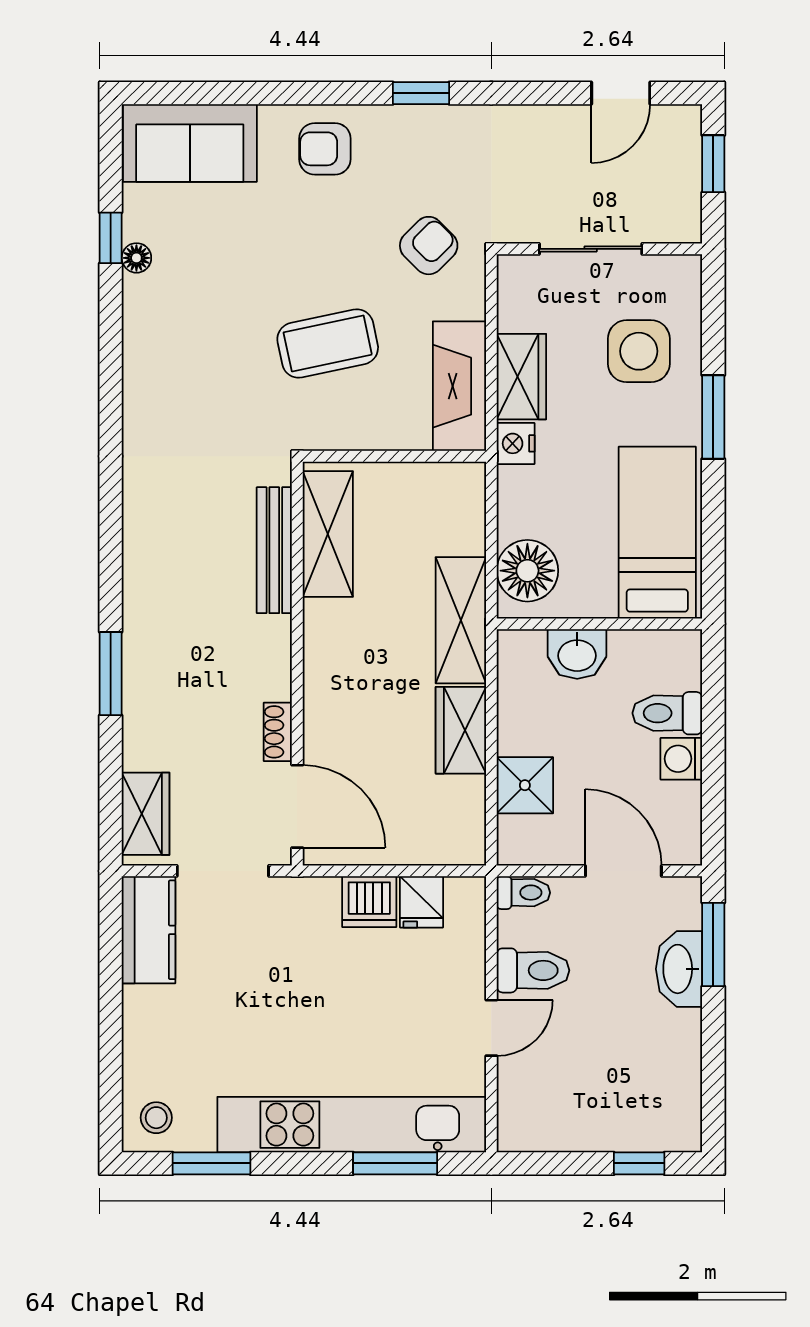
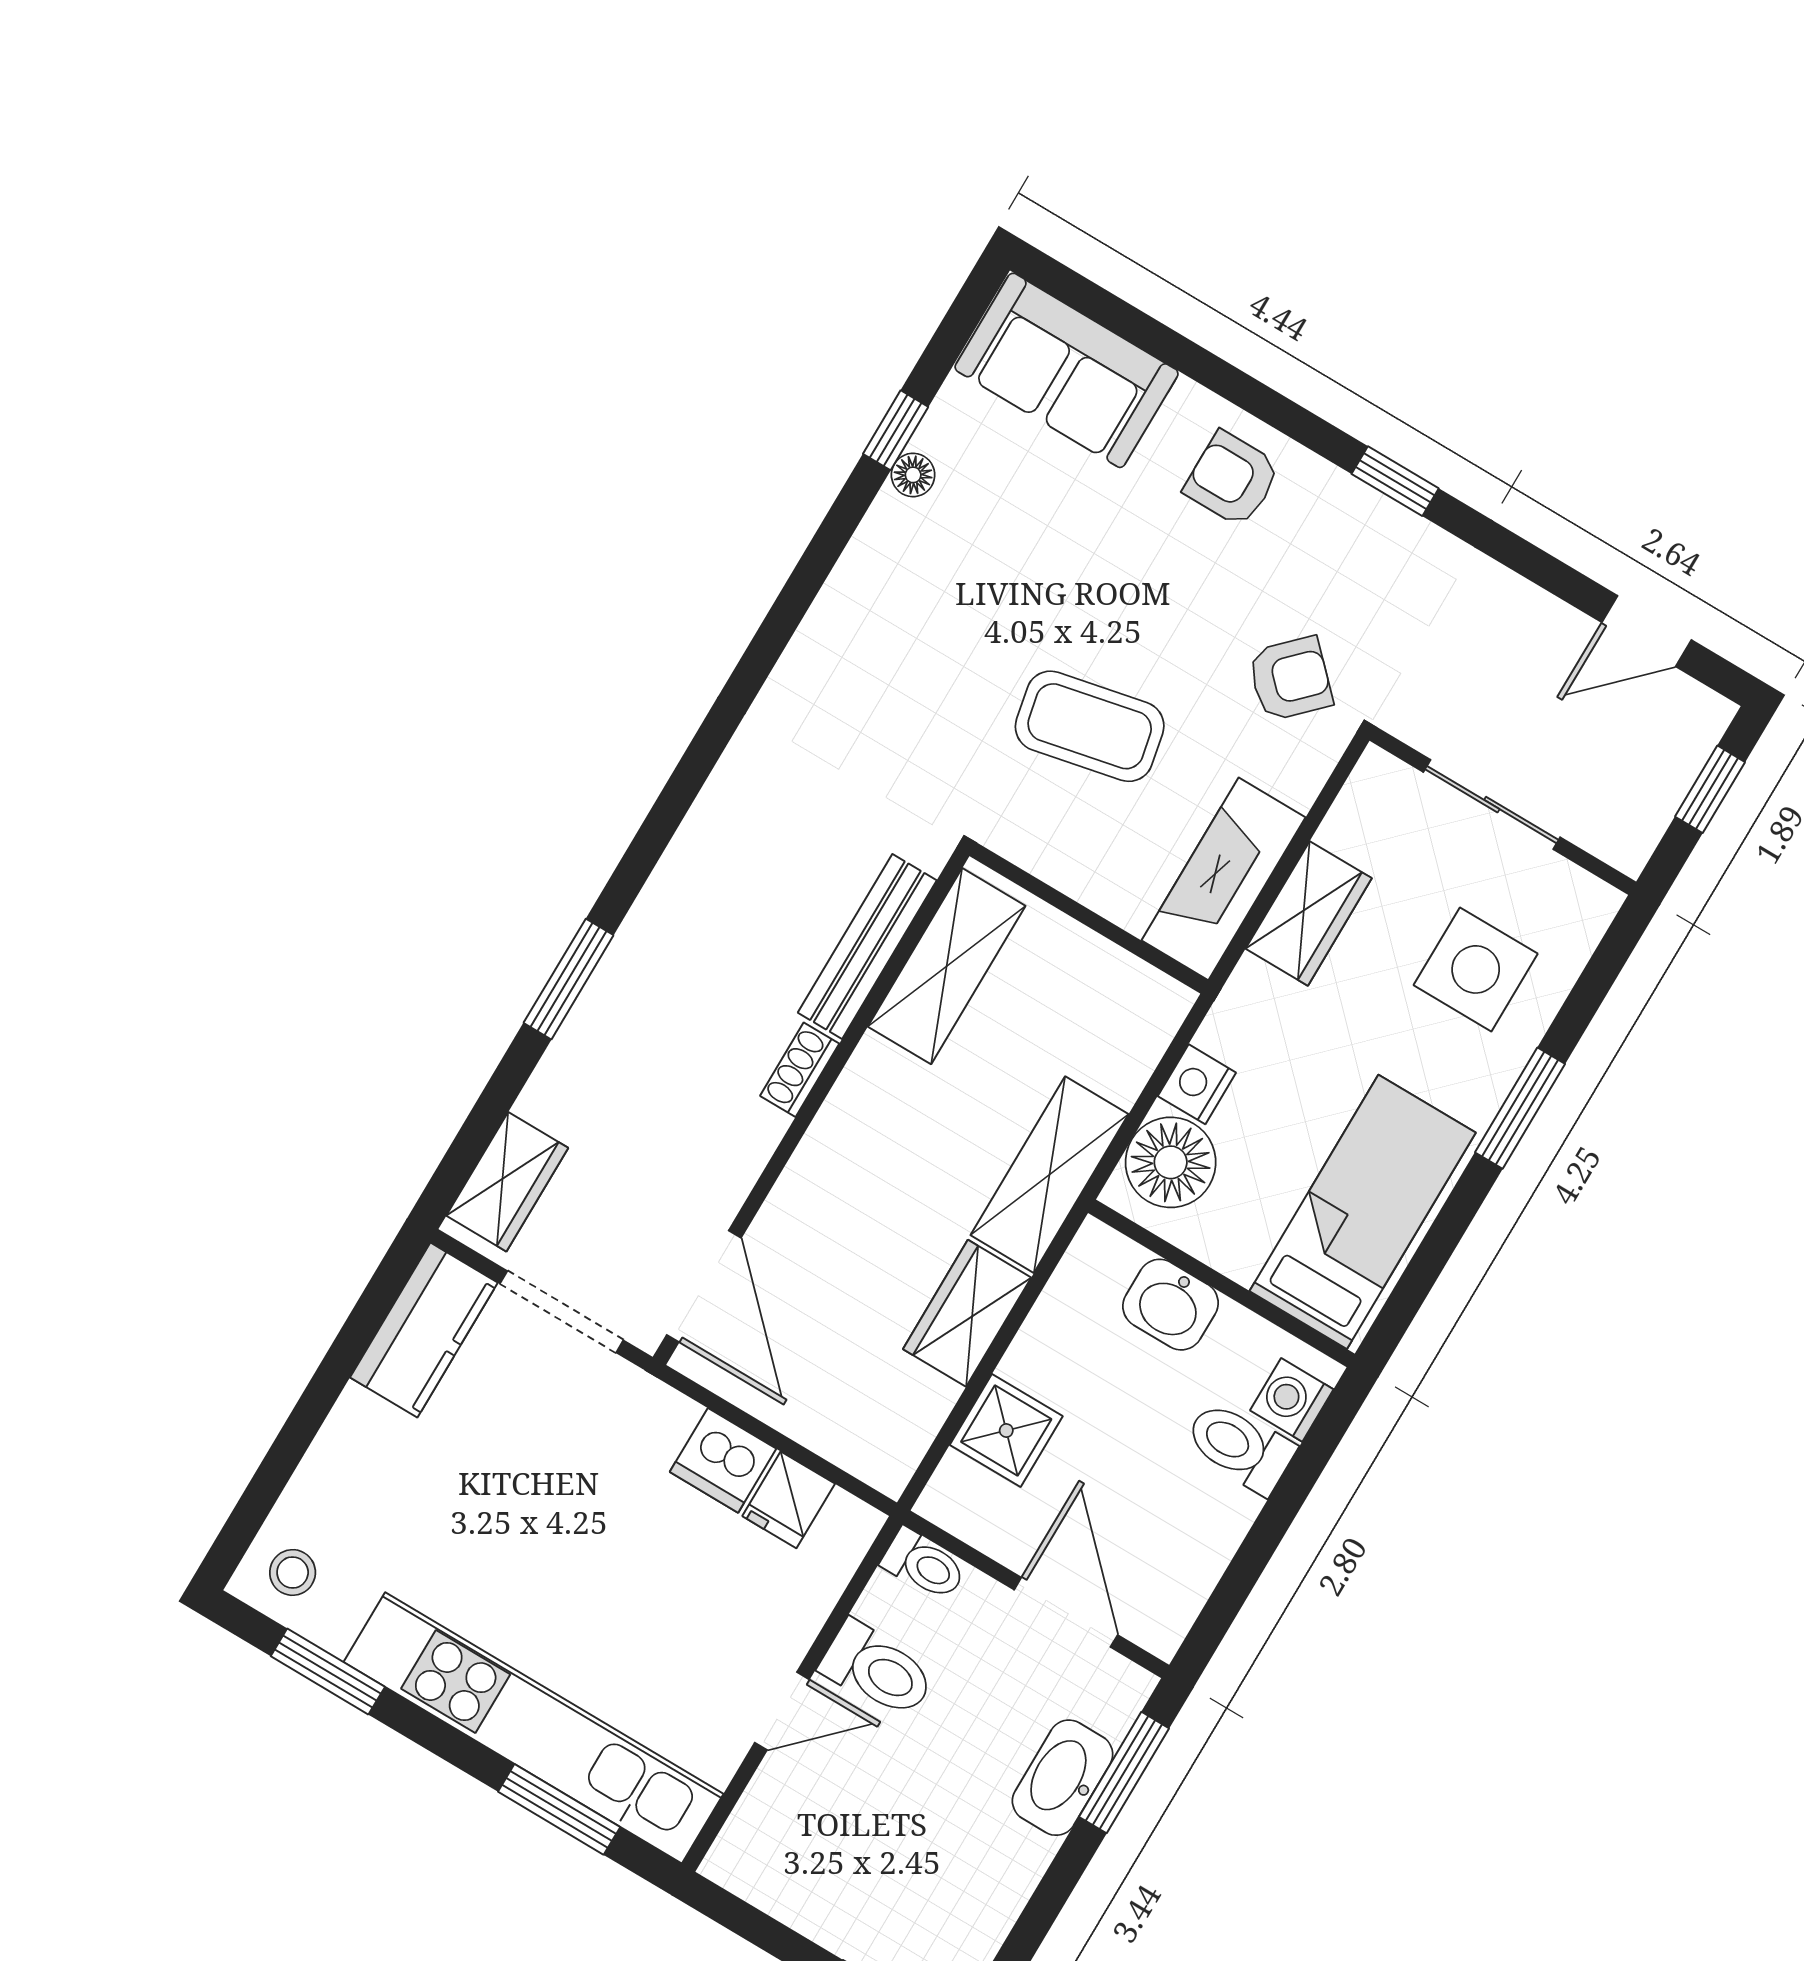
nightstand: (516, 443) -> (1197, 1084), moved
shoe rack: (278, 732) -> (800, 1070), moved
washing machine: (681, 759) -> (1292, 1400), moved

